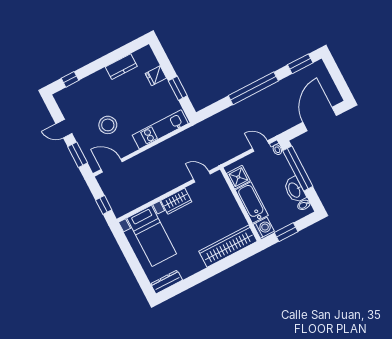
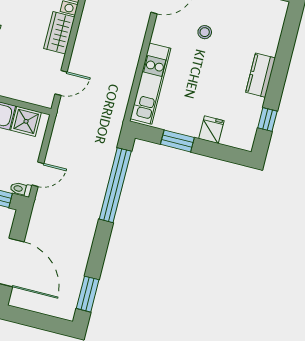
kitchen counter: (121, 67) -> (261, 75), moved
window: (70, 79) -> (267, 120), moved
window: (253, 88) -> (115, 185), moved
stool: (108, 125) -> (205, 32), width x0.53, depth x0.53

